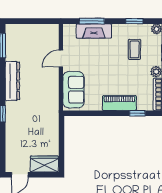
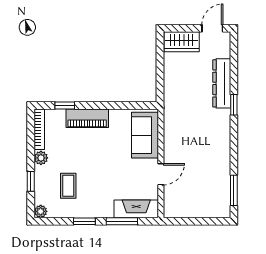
window: (134, 21) -> (84, 221), moved
fireplace: (94, 31) -> (136, 209), moved
dresser: (12, 81) -> (222, 83), moved

